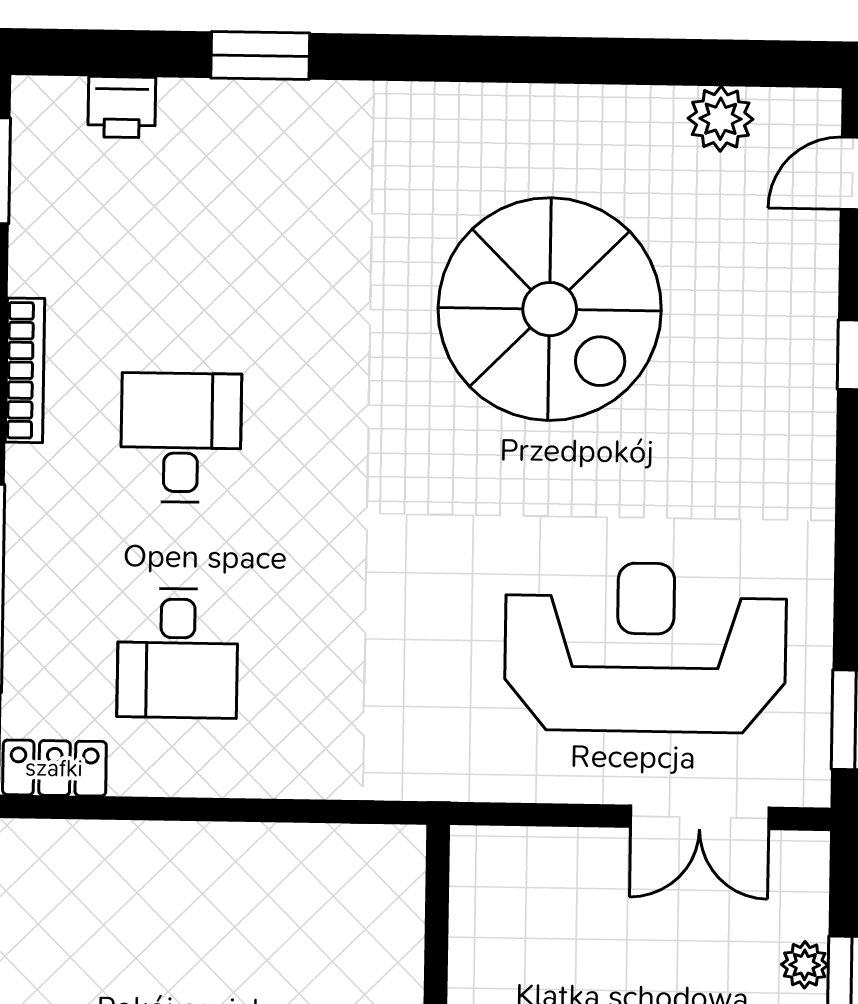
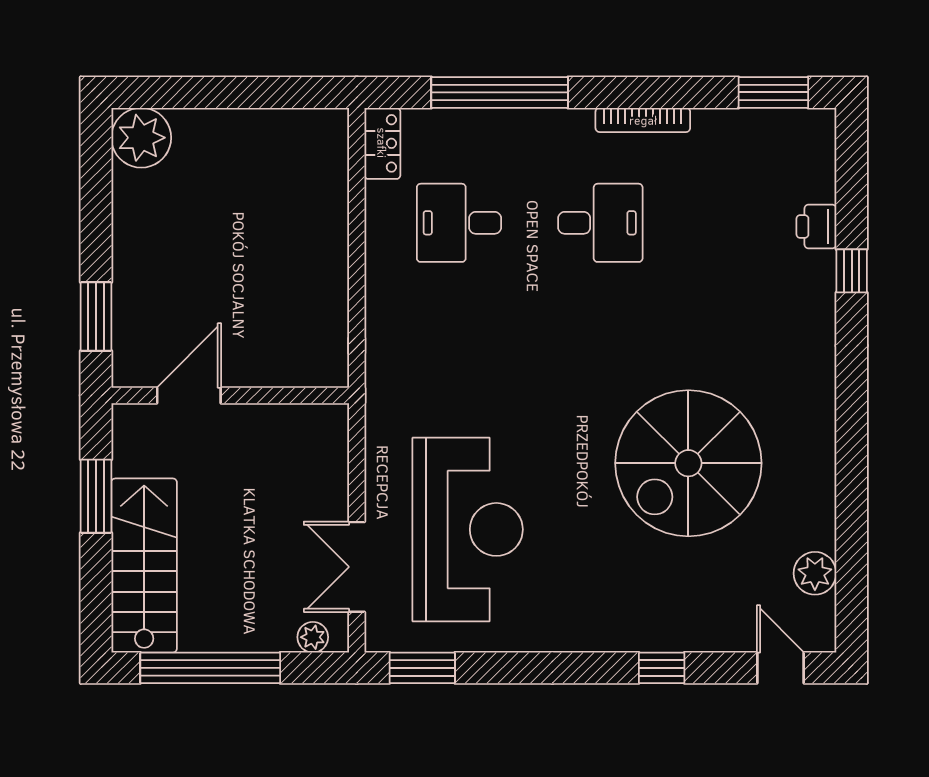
window: (260, 56) -> (852, 271), width x0.67
printer: (122, 107) -> (816, 227), moved
plant: (805, 965) -> (313, 637), moved

